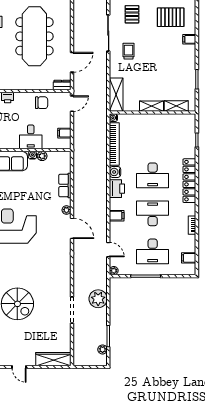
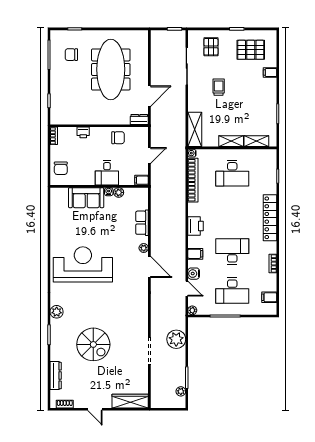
trolley: (129, 51) -> (219, 87), moved
door: (72, 104) -> (149, 156), moved
filing cabinet: (64, 133) -> (141, 180), moved
water cooler: (115, 172) -> (194, 274), moved
desk: (153, 175) -> (232, 173), moved

